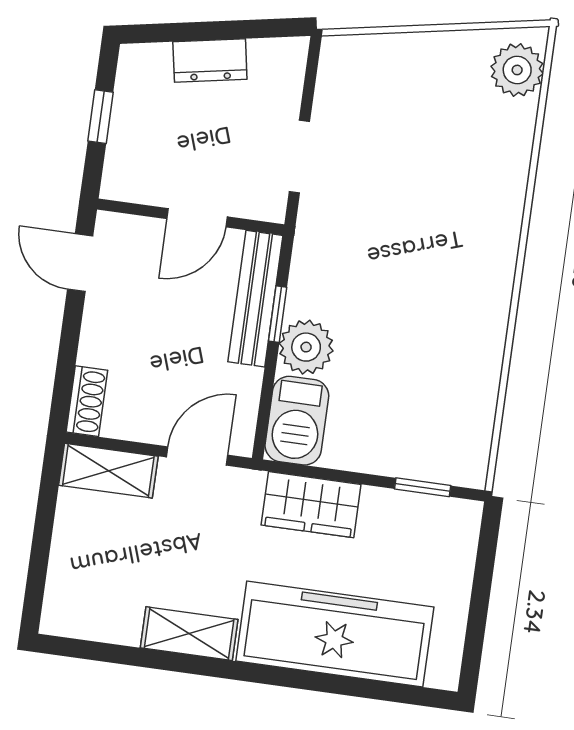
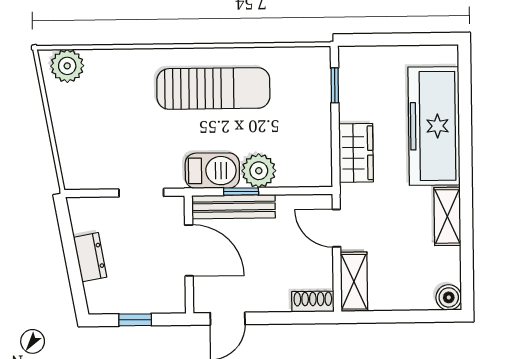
door: (197, 218) -> (189, 250), width x1.38
sun lounger: (447, 295) -> (213, 88), added
barbecue: (297, 421) -> (212, 171), moved
boiler: (61, 616) -> (449, 297), added

